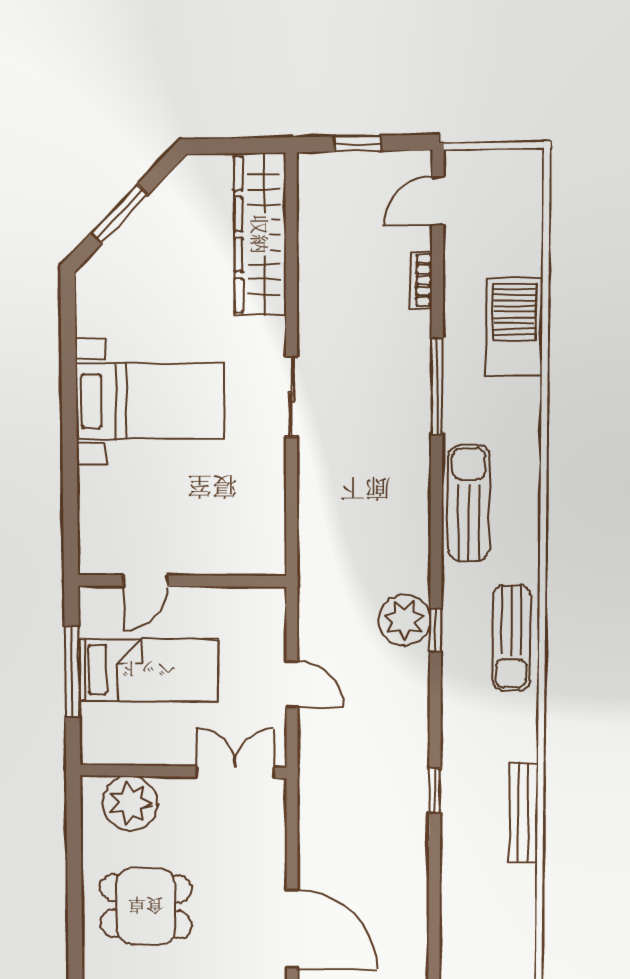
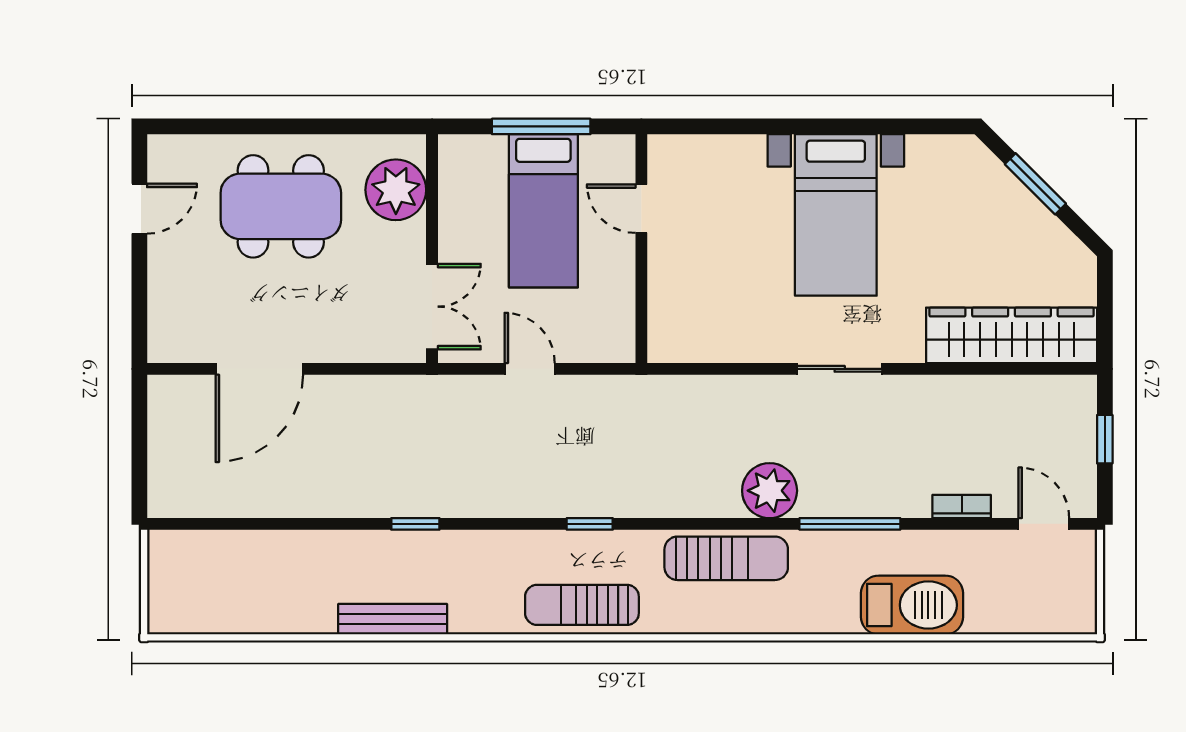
plant: (405, 620) -> (770, 491), moved
door: (292, 684) -> (530, 369), swing flipped
dining table: (146, 906) -> (281, 206), width x1.37

